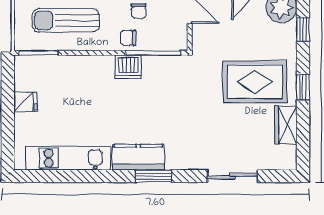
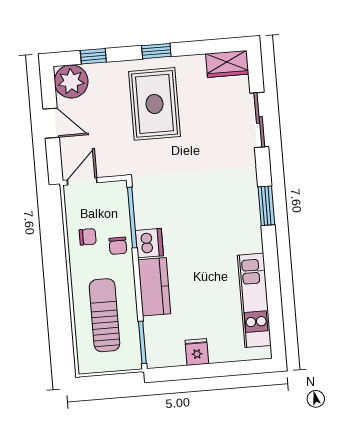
sun lounger: (66, 20) -> (105, 315), turned 180
wardrobe: (286, 125) -> (227, 64), moved
kitchen counter: (138, 157) -> (154, 287), moved, turned 180

